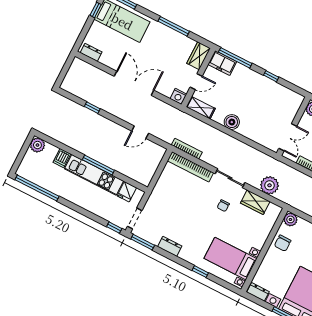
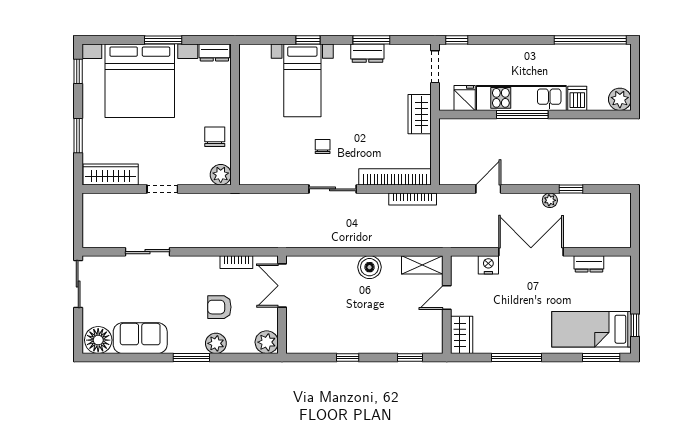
dresser: (91, 52) -> (589, 264), moved
window: (235, 58) -> (410, 358), width x0.46
freezer: (222, 63) -> (424, 341), removed
double door: (134, 83) -> (531, 252), swing flipped
nightstand: (178, 96) -> (488, 265), moved
plant: (270, 185) -> (550, 200), moved, width x0.53, depth x0.53
wardrobe: (255, 202) -> (420, 114), moved, turned -90
window: (143, 242) -> (371, 40), moved
bed with nightstands: (231, 259) -> (302, 80), moved, turned 90

